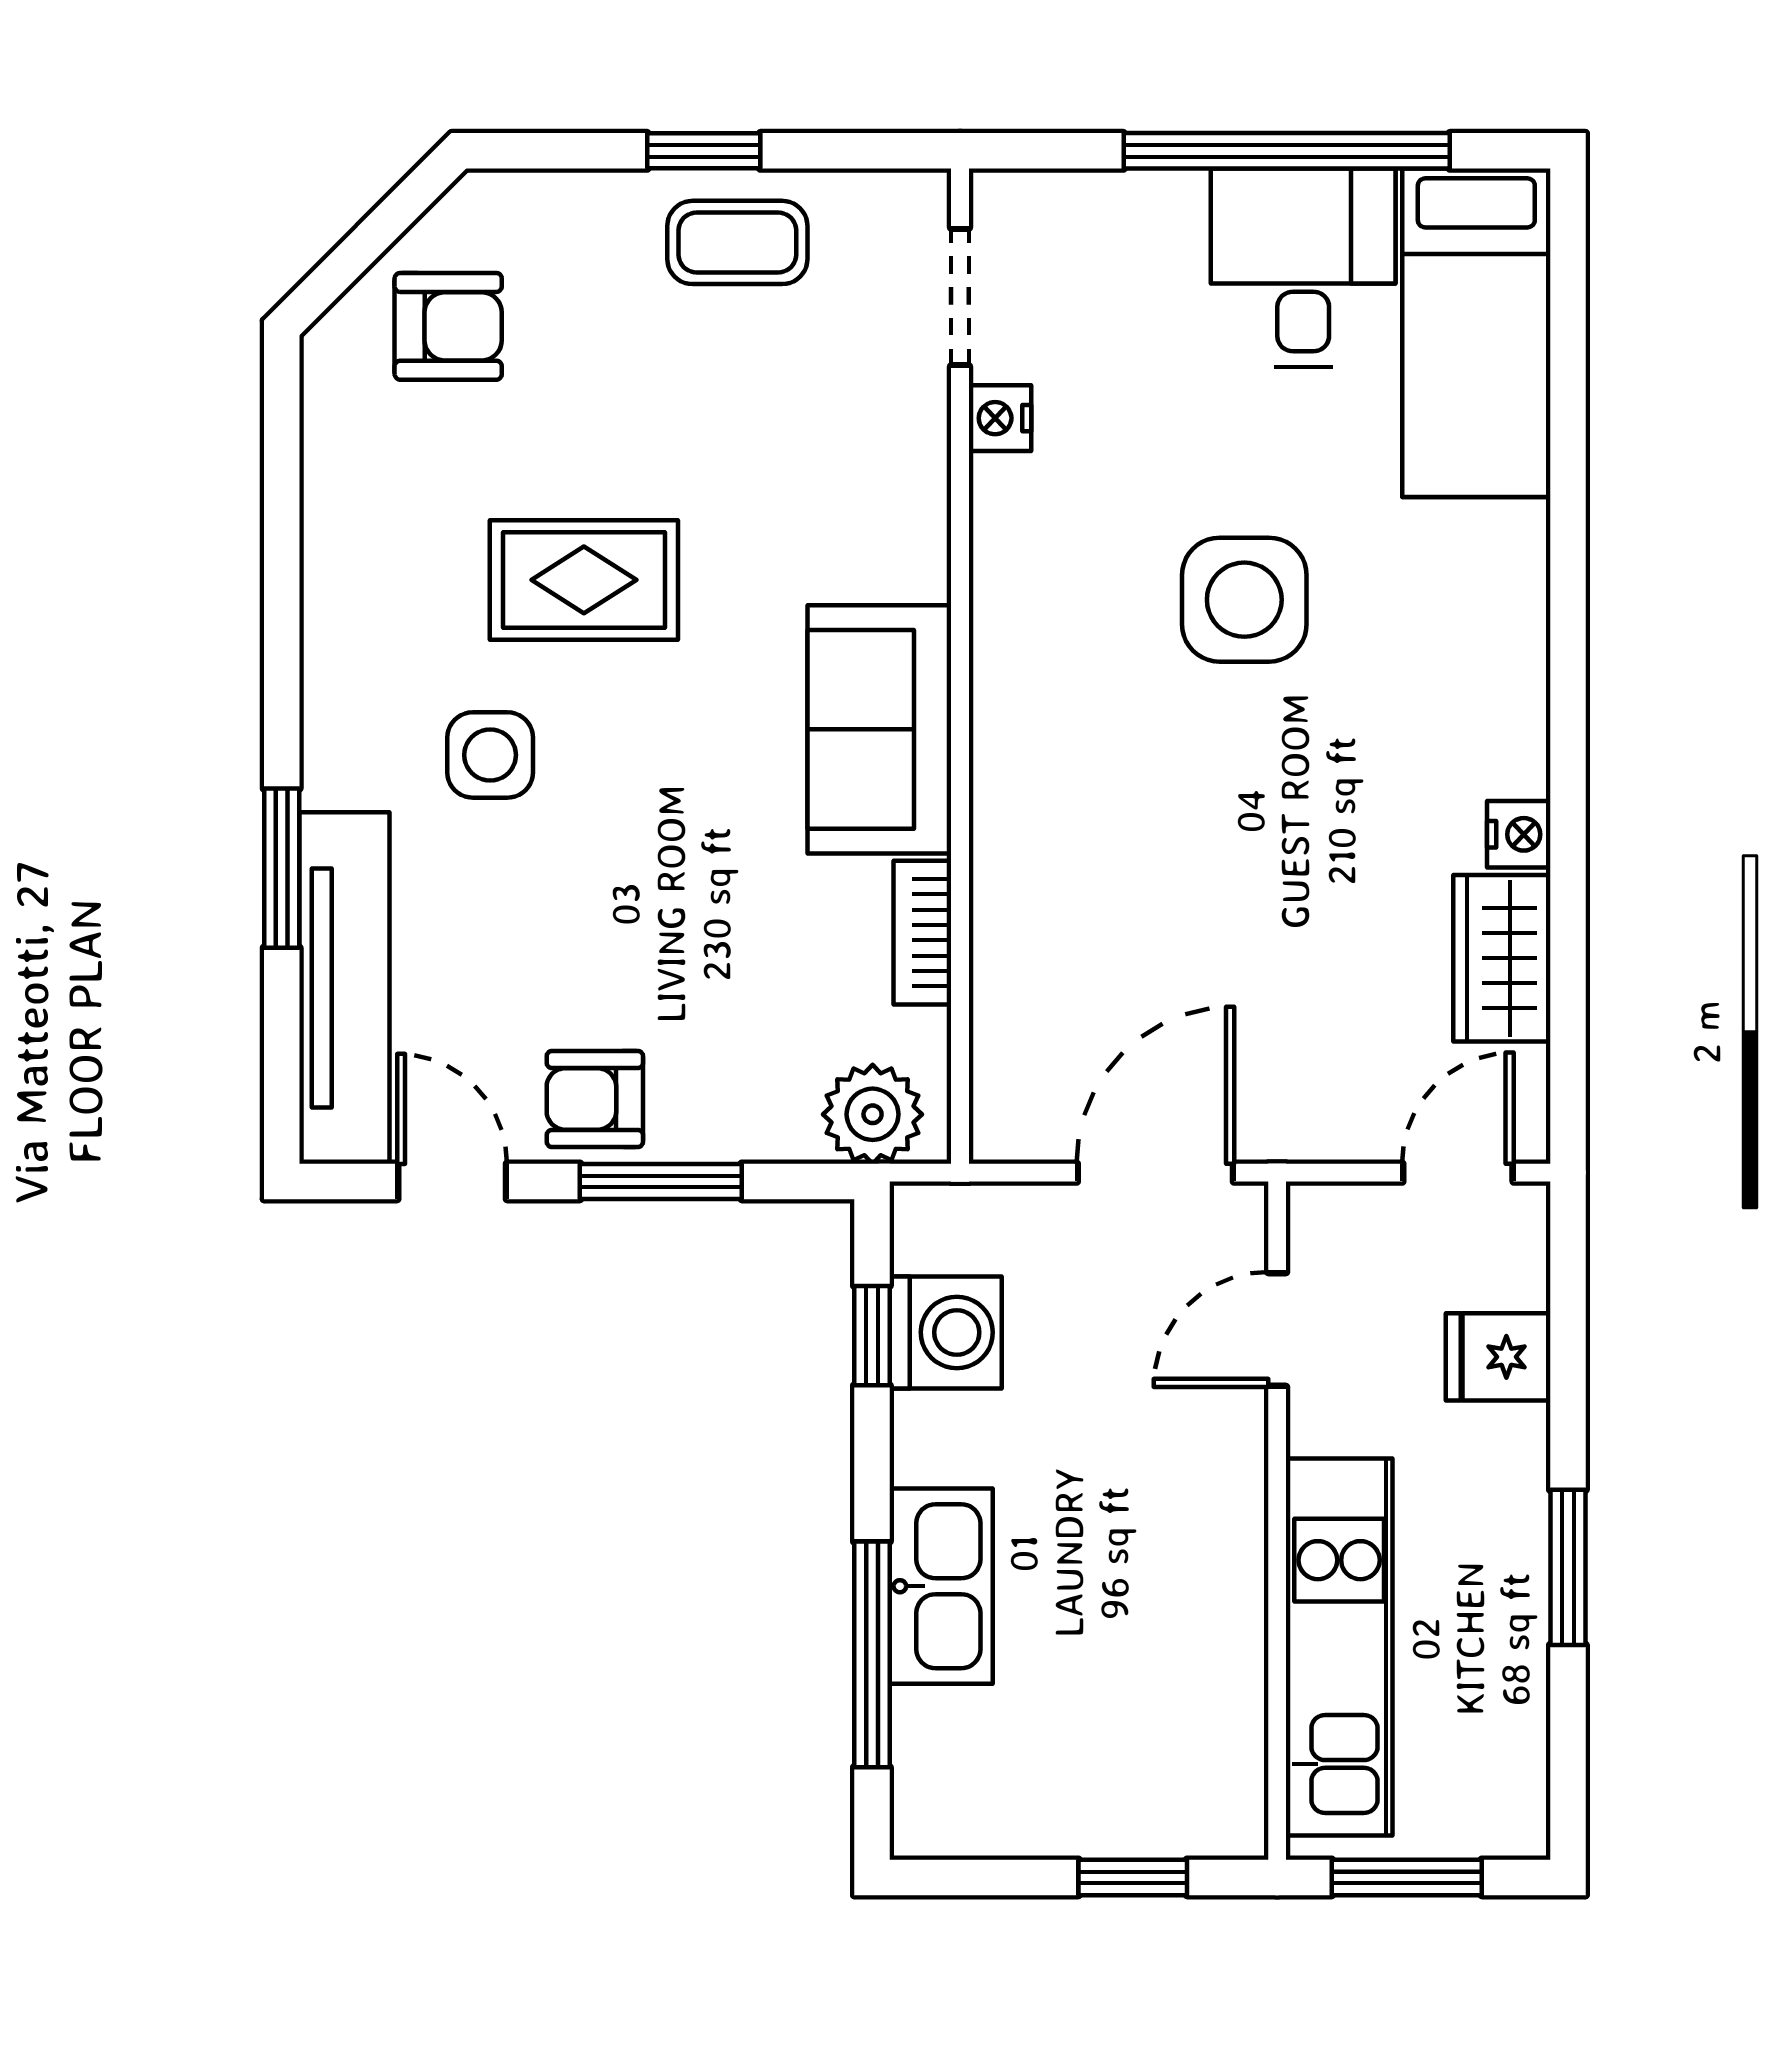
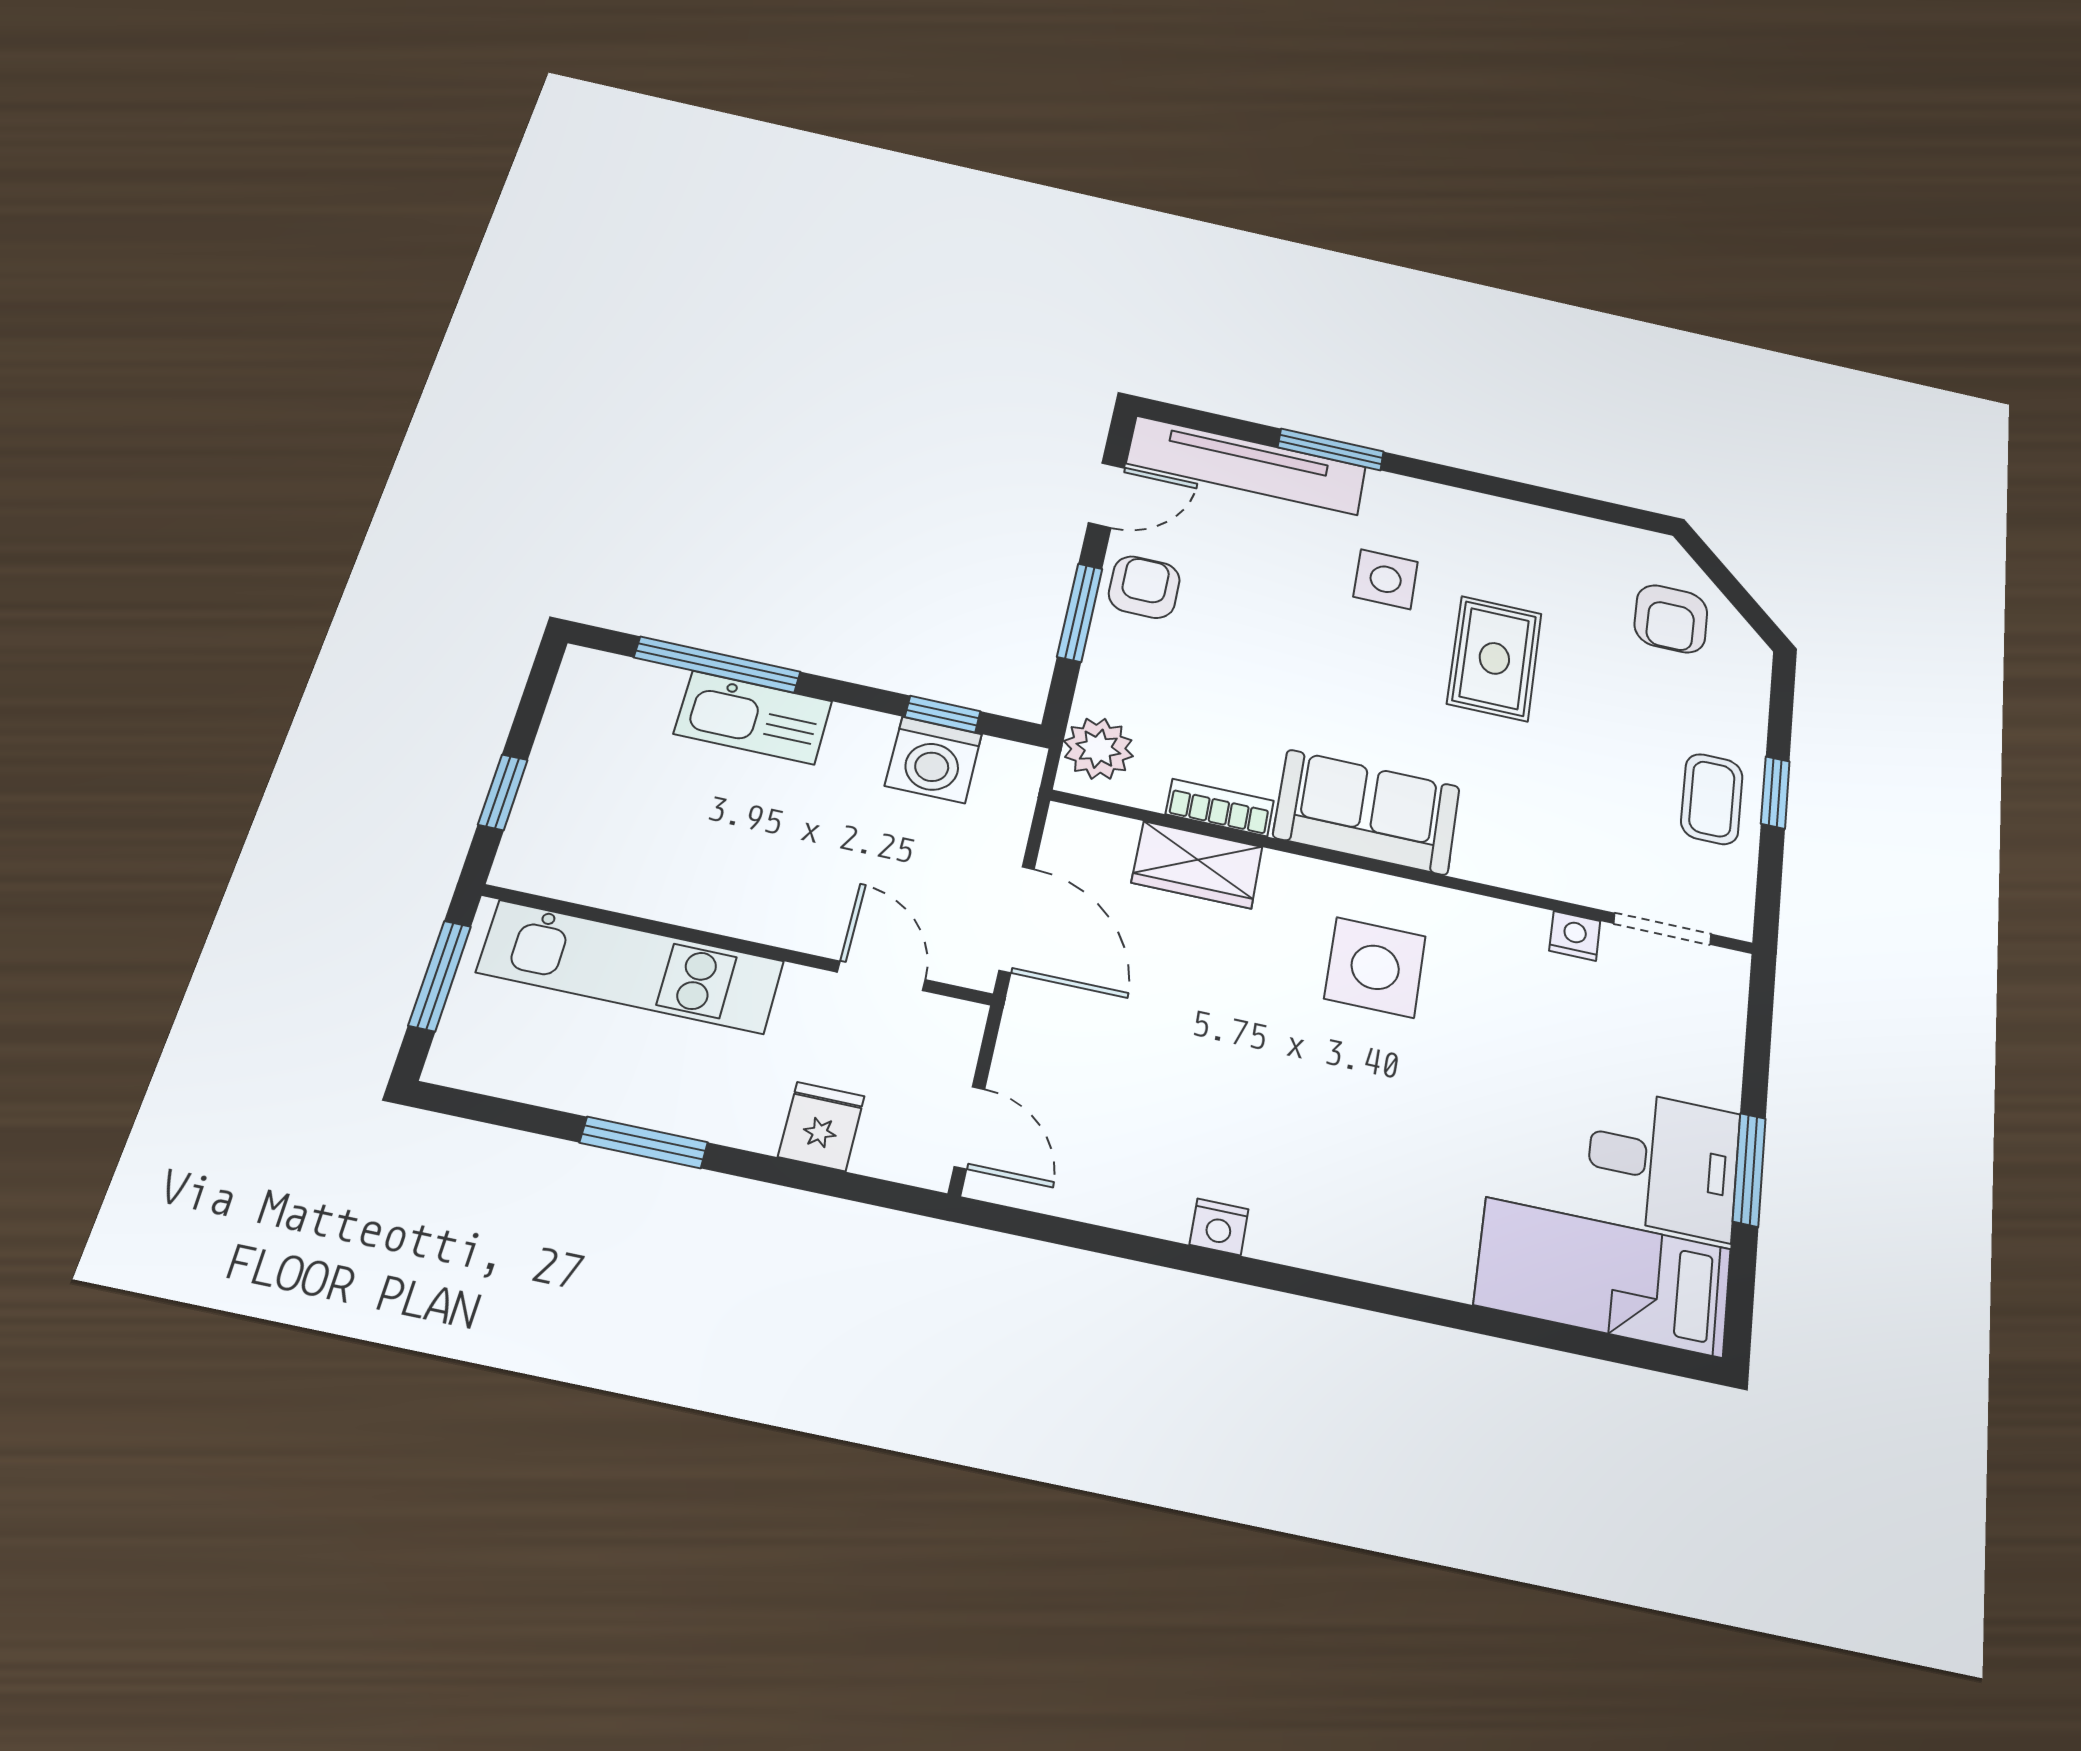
window: (1287, 151) -> (1749, 1170), width x0.47
side table: (1244, 600) -> (1375, 967), moved
wardrobe: (1502, 958) -> (1197, 865), moved, turned 180

